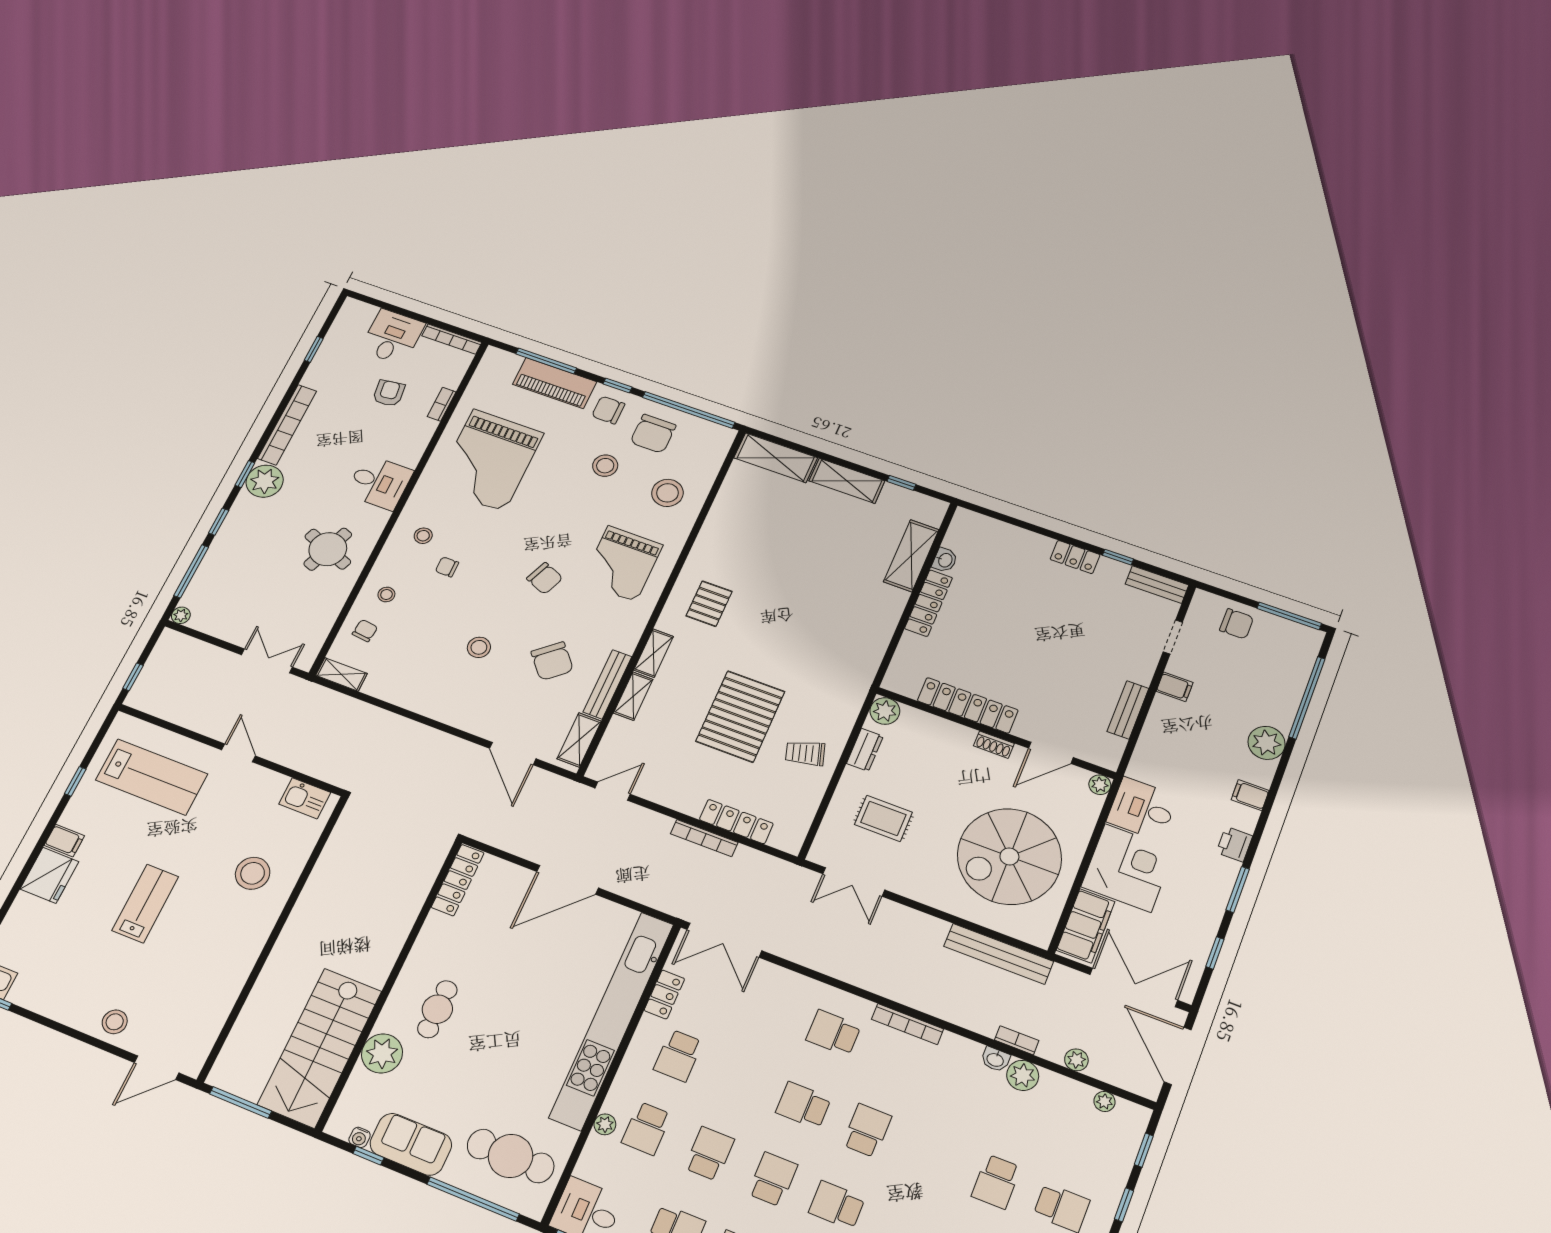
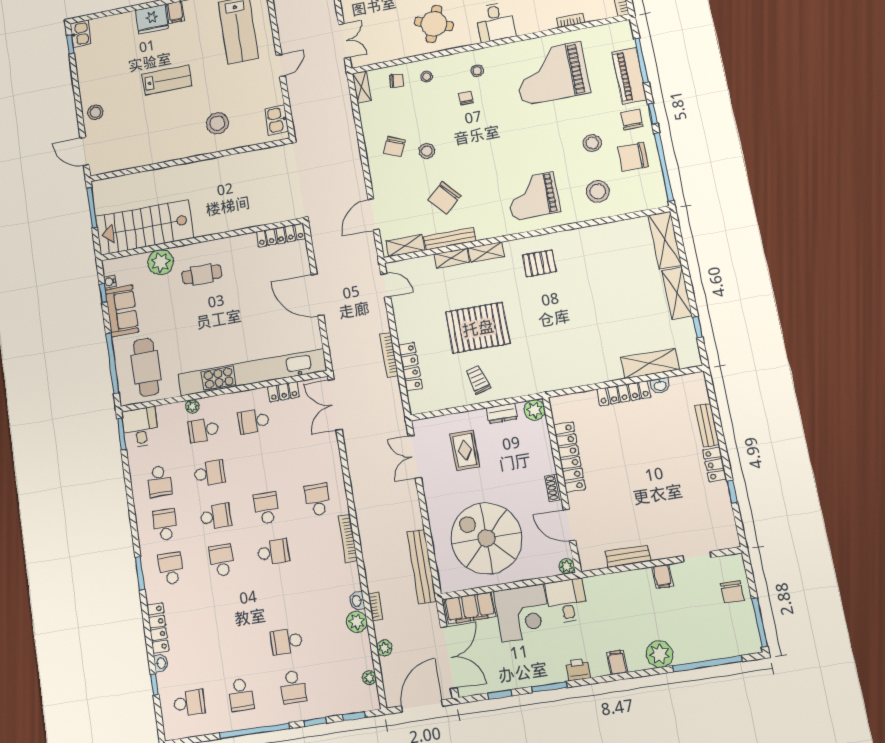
chair: (545, 578) -> (394, 147), moved
bench: (1157, 585) -> (707, 425), moved

